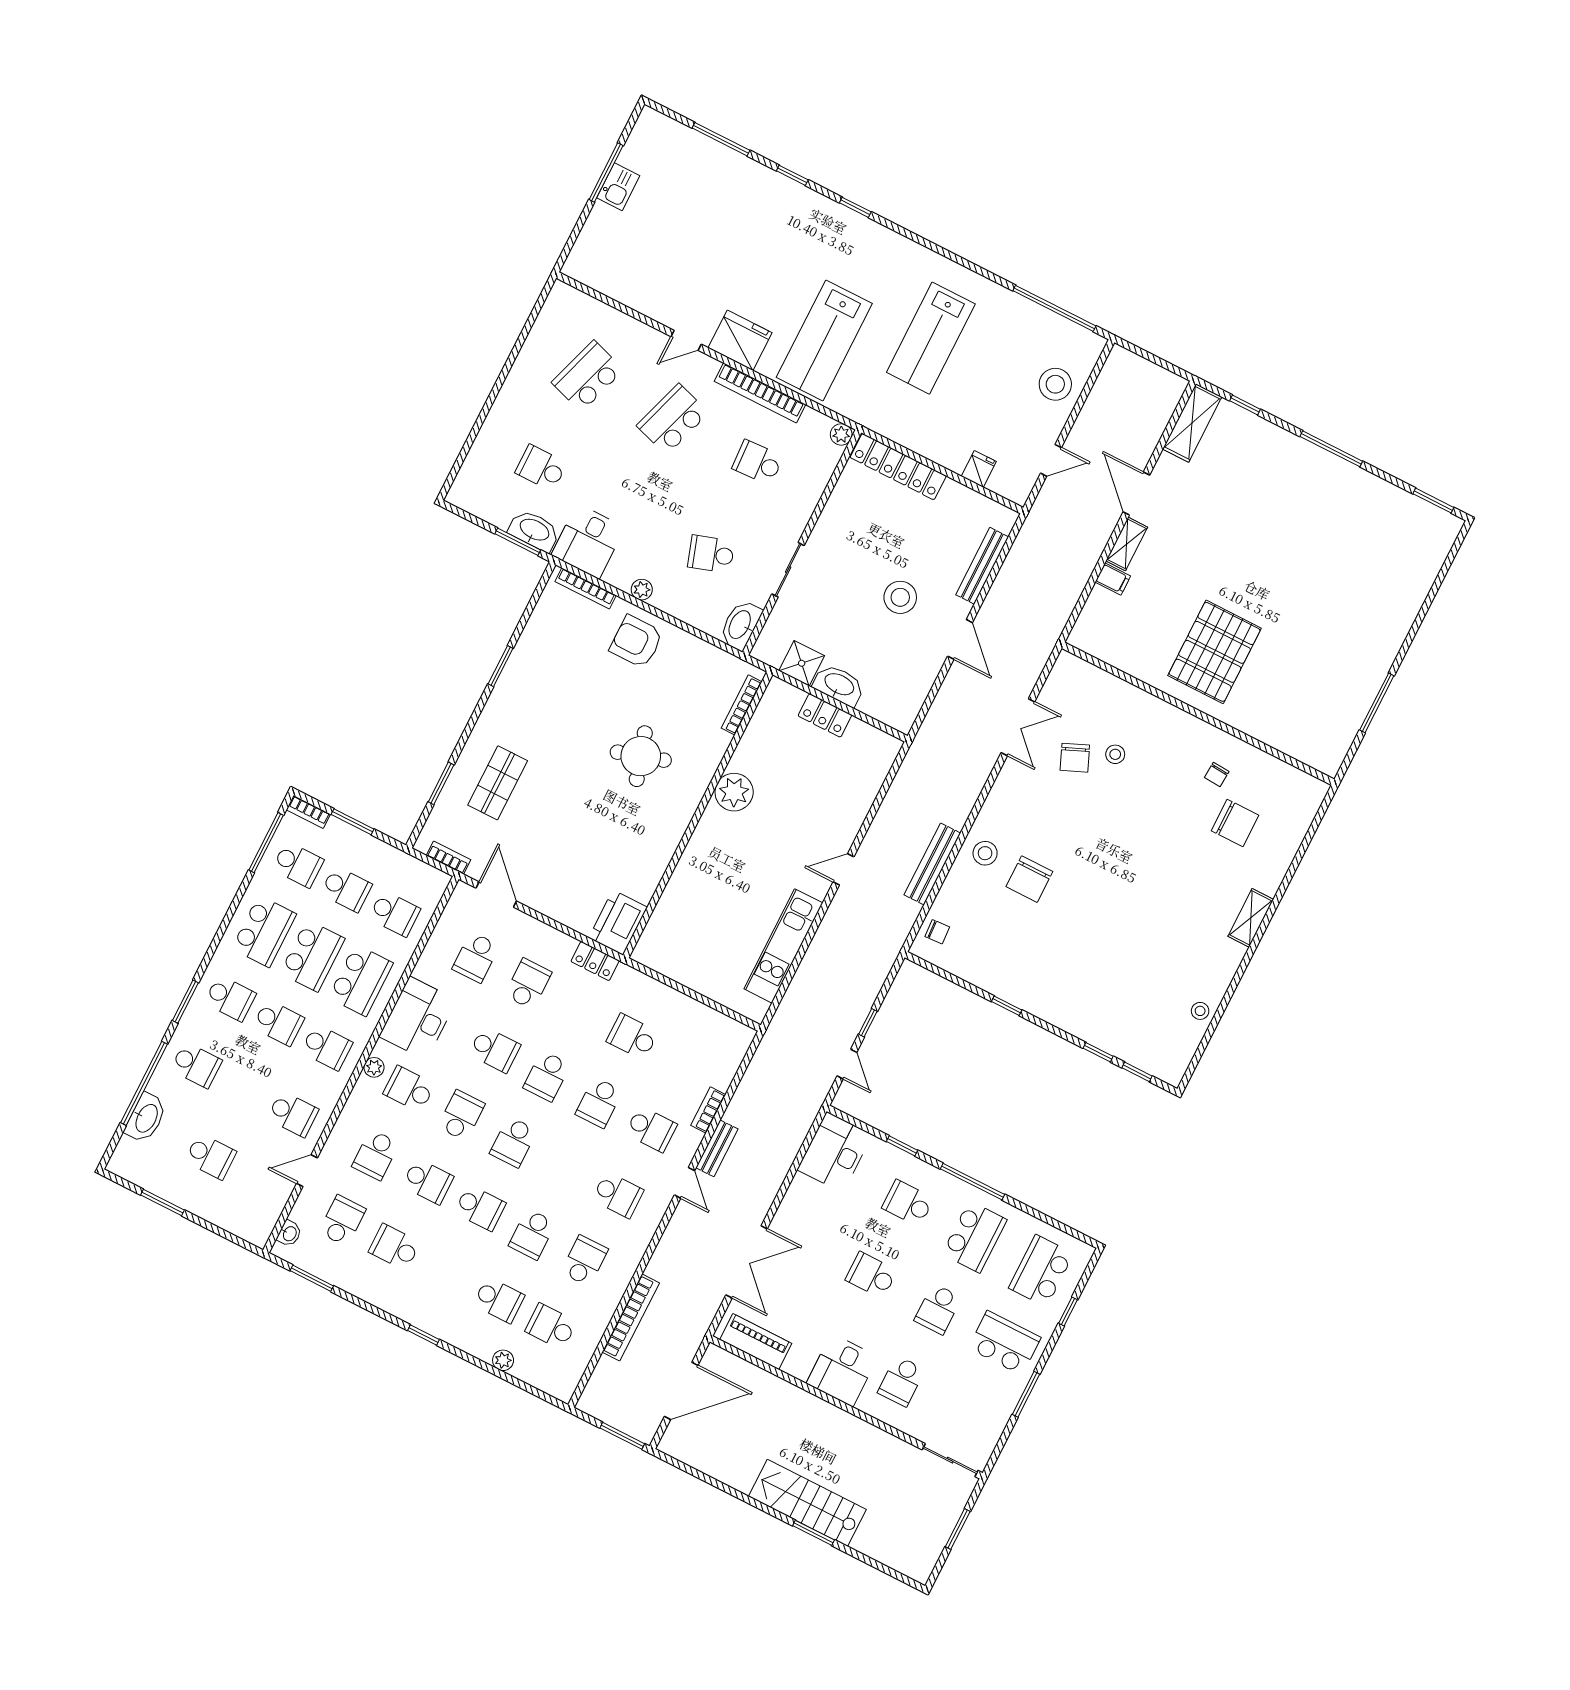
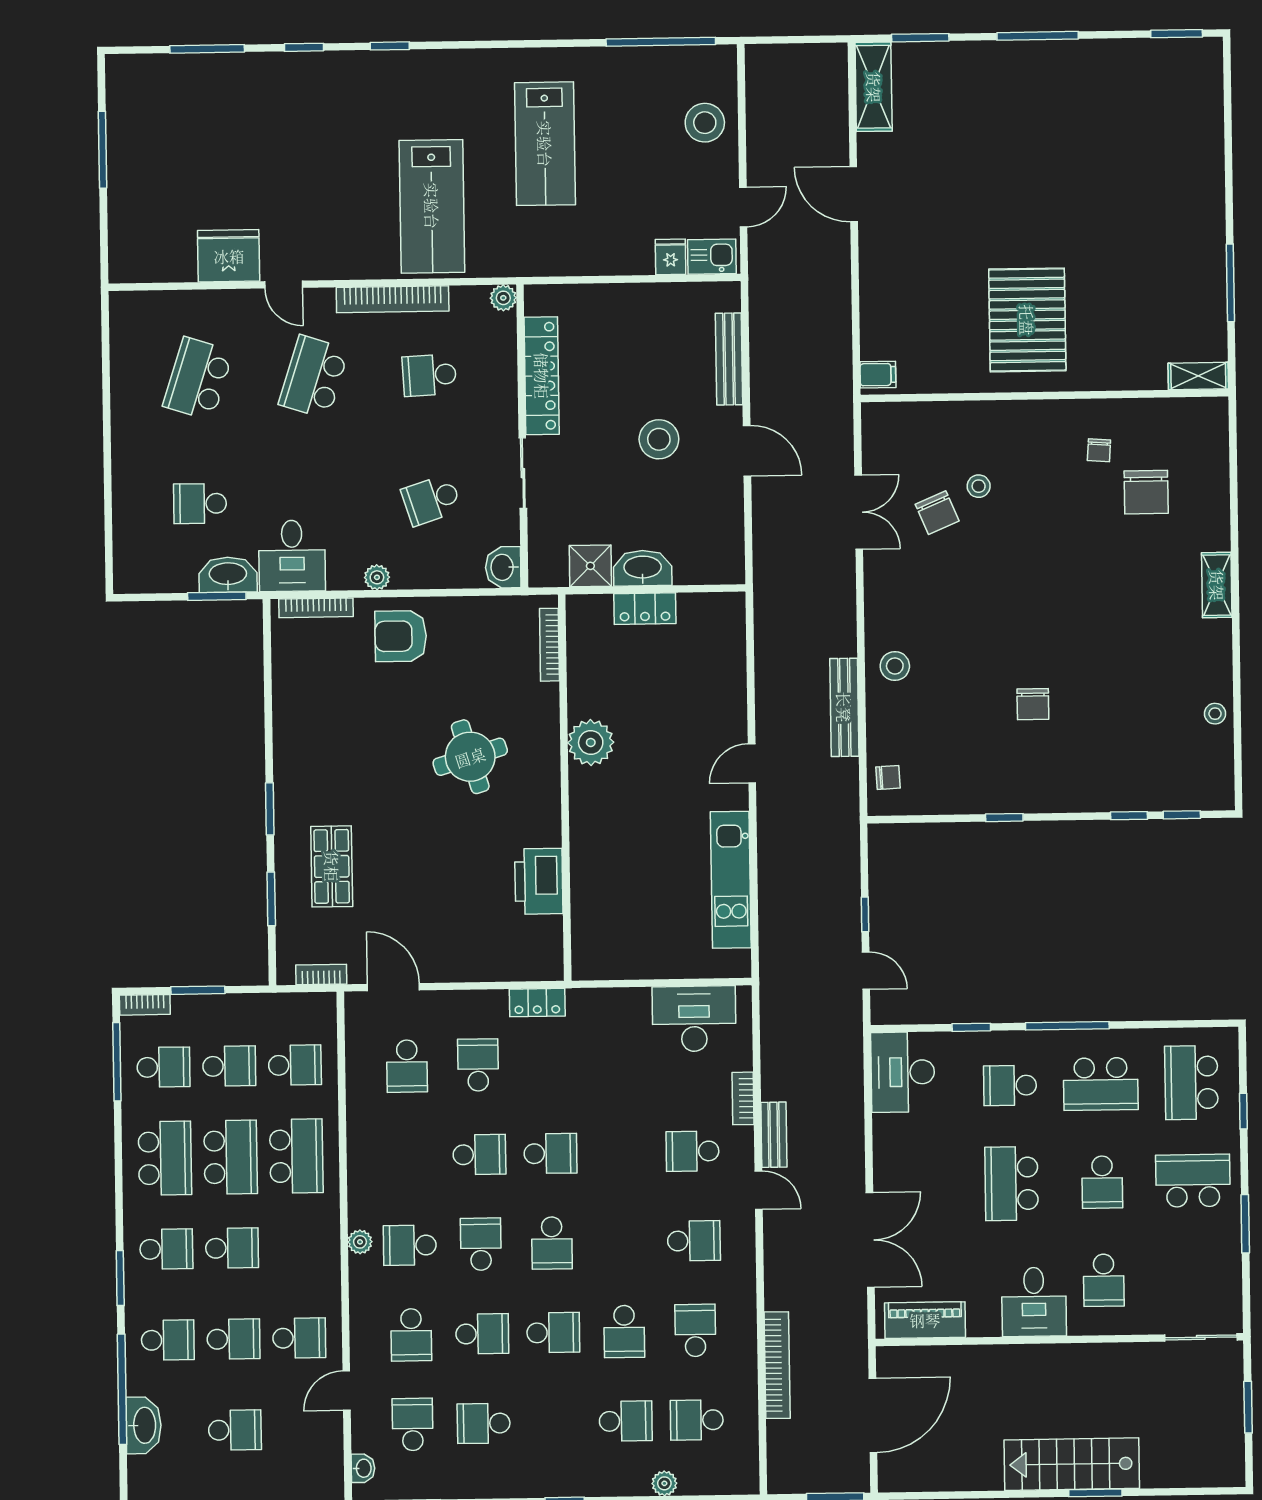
kitchen sink: (618, 187) -> (712, 257), moved, turned -90
door: (686, 340) -> (284, 284), hinge flipped
fridge: (740, 340) -> (229, 256), moved
window: (1245, 405) -> (920, 38), width x1.50
locker: (898, 467) -> (542, 376), moved, turned -90
shelving: (1127, 544) -> (1198, 376), moved, turned 90
filing cabinet: (1113, 579) -> (878, 375), moved
washbasin: (740, 625) -> (503, 567), width x0.72
window: (501, 666) -> (270, 809), moved
chair: (1235, 823) -> (1146, 492), turned 90
chair: (1029, 879) -> (1033, 704), moved, width x0.73, depth x0.73
printer: (618, 923) -> (539, 881), moved
desk: (418, 1018) -> (694, 1019), moved, turned 90
school desk: (632, 1037) -> (620, 1063), removed
school desk: (327, 1047) -> (233, 1339), moved
school desk: (547, 1076) -> (550, 1153), turned -90
school desk: (599, 1103) -> (621, 1152), removed
school desk: (651, 1129) -> (692, 1151), turned 180
school desk: (974, 1237) -> (1101, 1084), turned 90
school desk: (871, 1275) -> (1012, 1184), width x1.85

